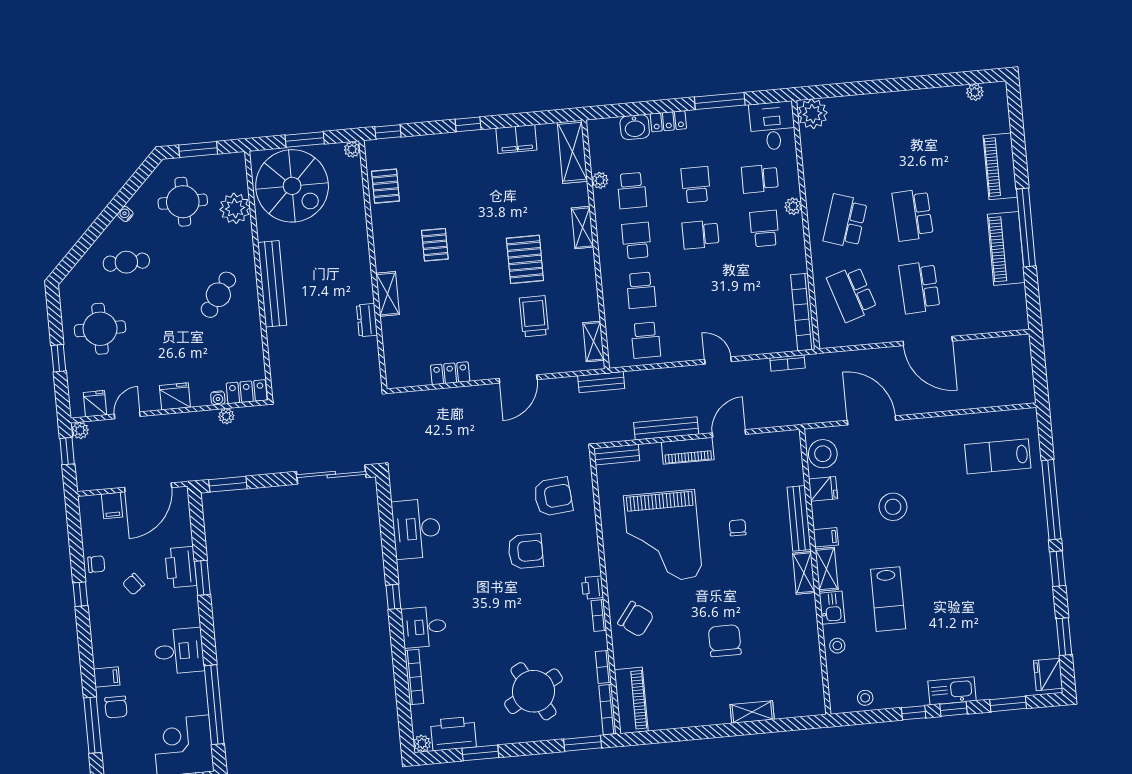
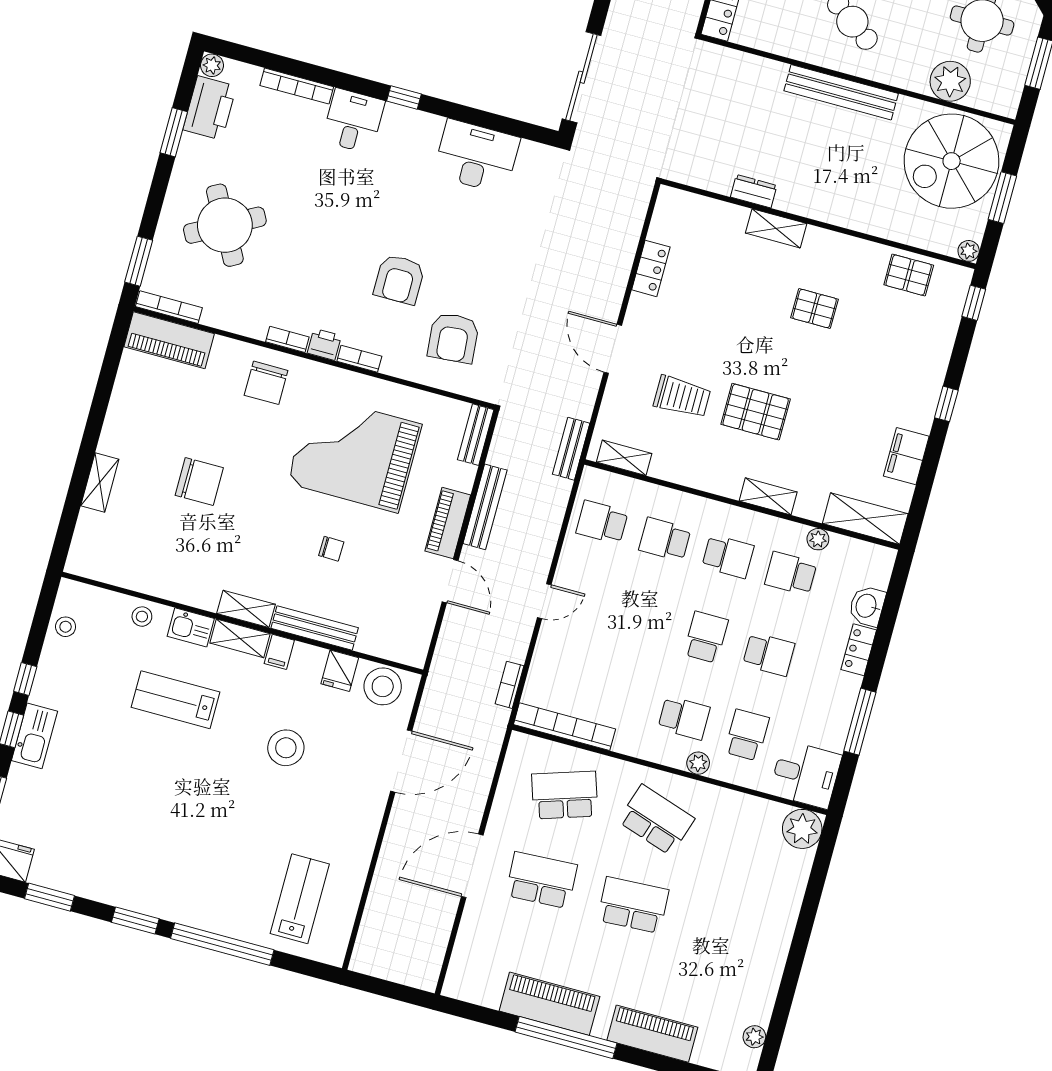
chair: (636, 619) -> (266, 383), turned -37
bookcase: (603, 667) -> (359, 359), moved

